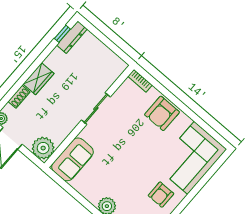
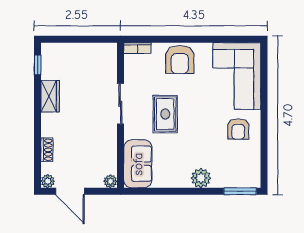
dresser: (72, 37) -> (48, 61), removed
wardrobe: (38, 79) -> (50, 96), moved
rug: (120, 142) -> (165, 114), added
plant: (43, 148) -> (110, 181), width x0.53, depth x0.53

